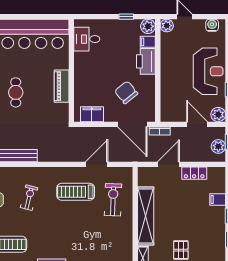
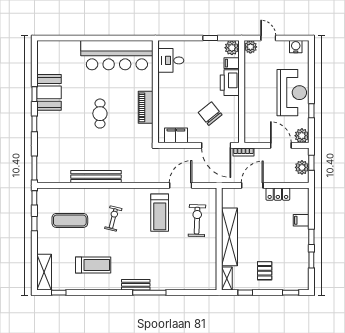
treadmill: (76, 192) -> (160, 213), turned -90

